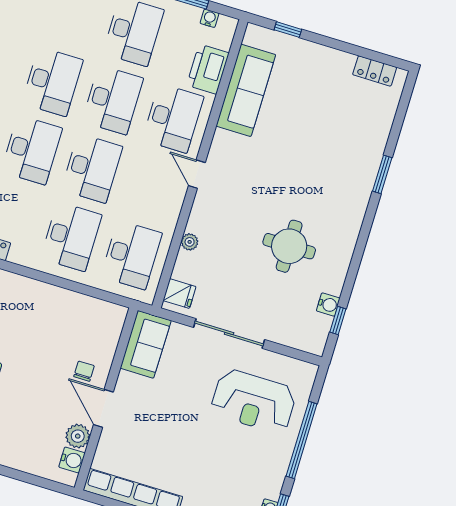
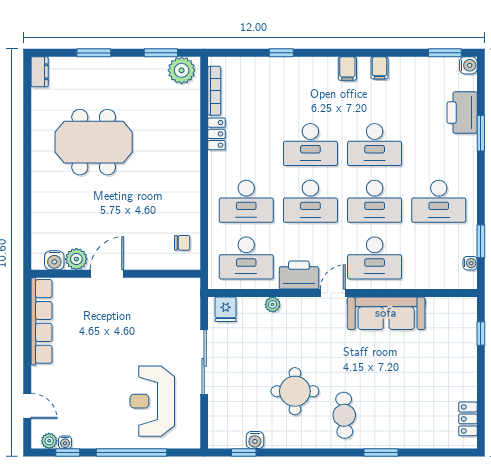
printer: (208, 69) -> (299, 275), moved
sofa: (246, 90) -> (386, 313), moved
cafe table: (331, 201) -> (344, 415), added
sofa: (146, 344) -> (173, 293), removed
chair: (84, 371) -> (182, 243), moved

